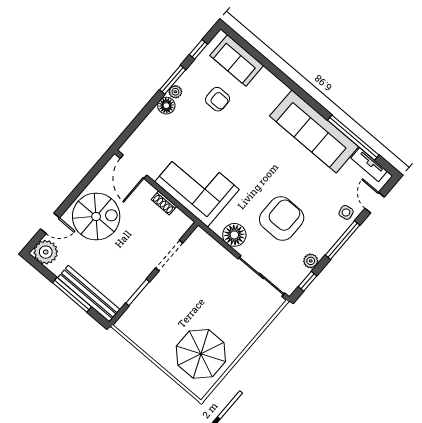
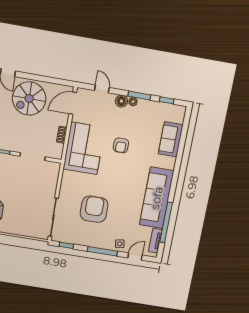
sofa: (237, 61) -> (171, 139), moved
armchair: (218, 99) -> (121, 145), moved
door: (137, 121) -> (102, 89), added
spiral stairs: (96, 216) -> (29, 99), turned 90
armchair: (282, 219) -> (94, 209), turned -90
floor lamp: (234, 235) -> (68, 188), removed
plant: (311, 261) -> (79, 240), removed

